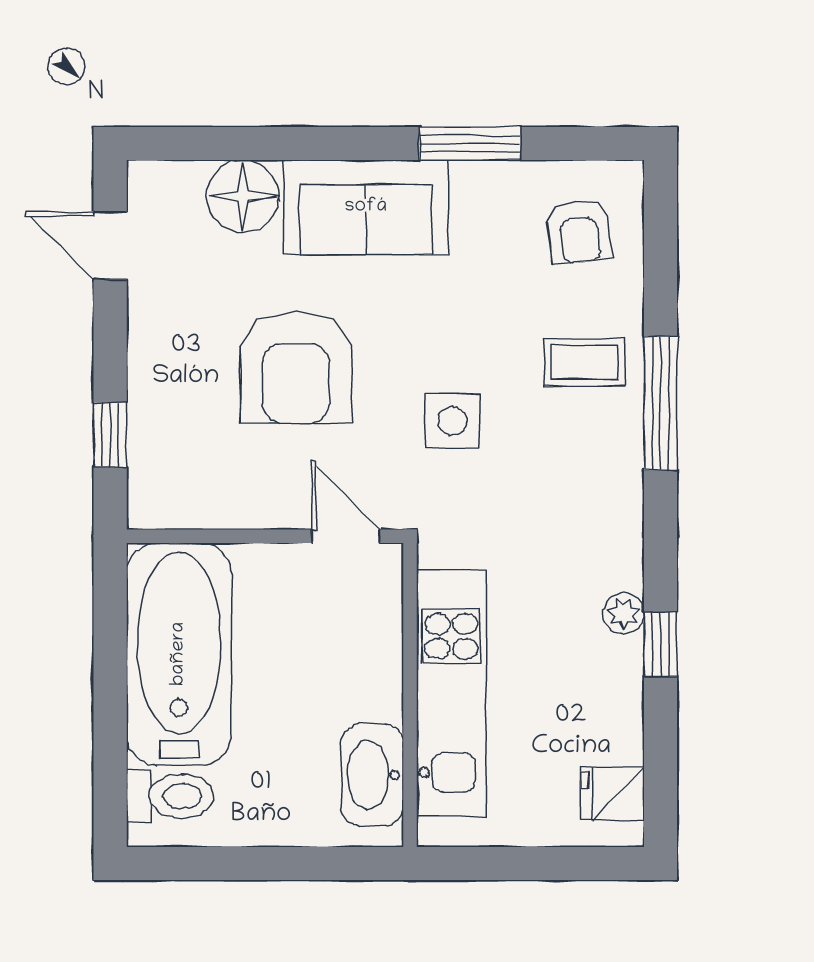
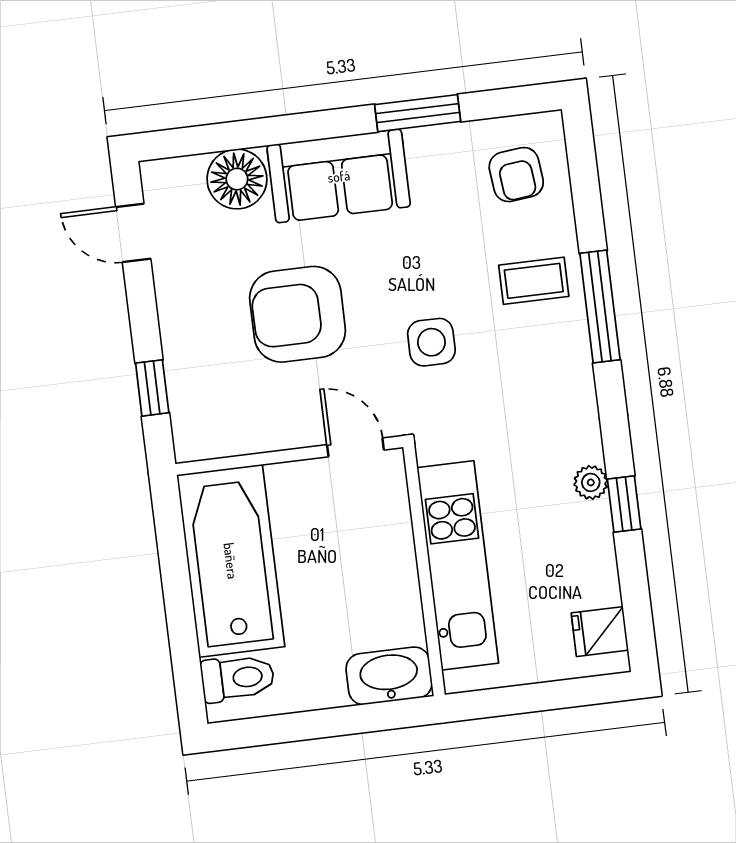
armchair: (296, 368) -> (298, 314), turned 90
washbasin: (372, 775) -> (389, 676), moved, turned 90

